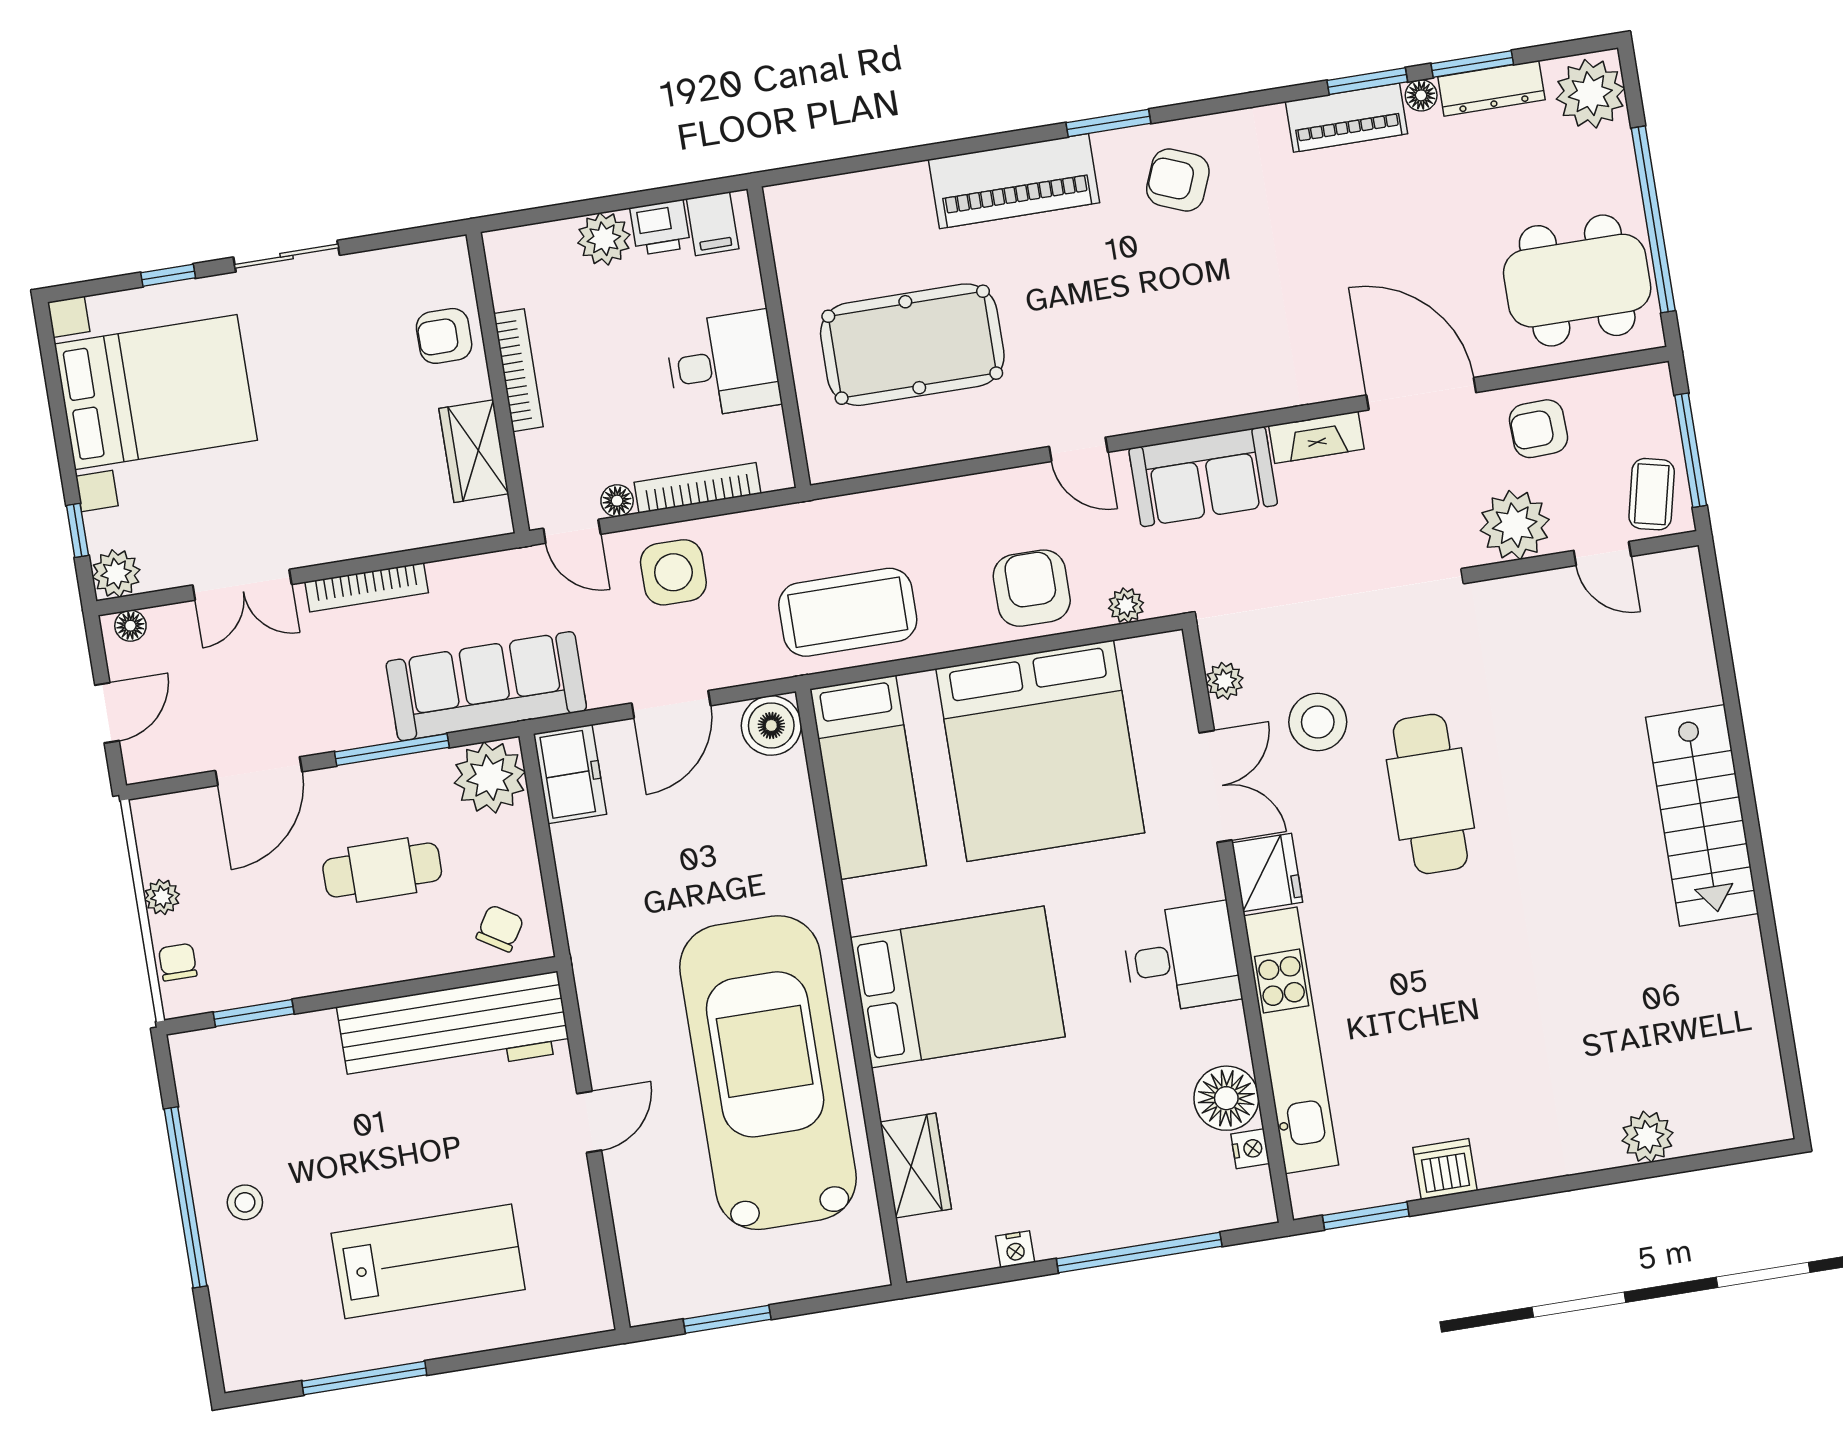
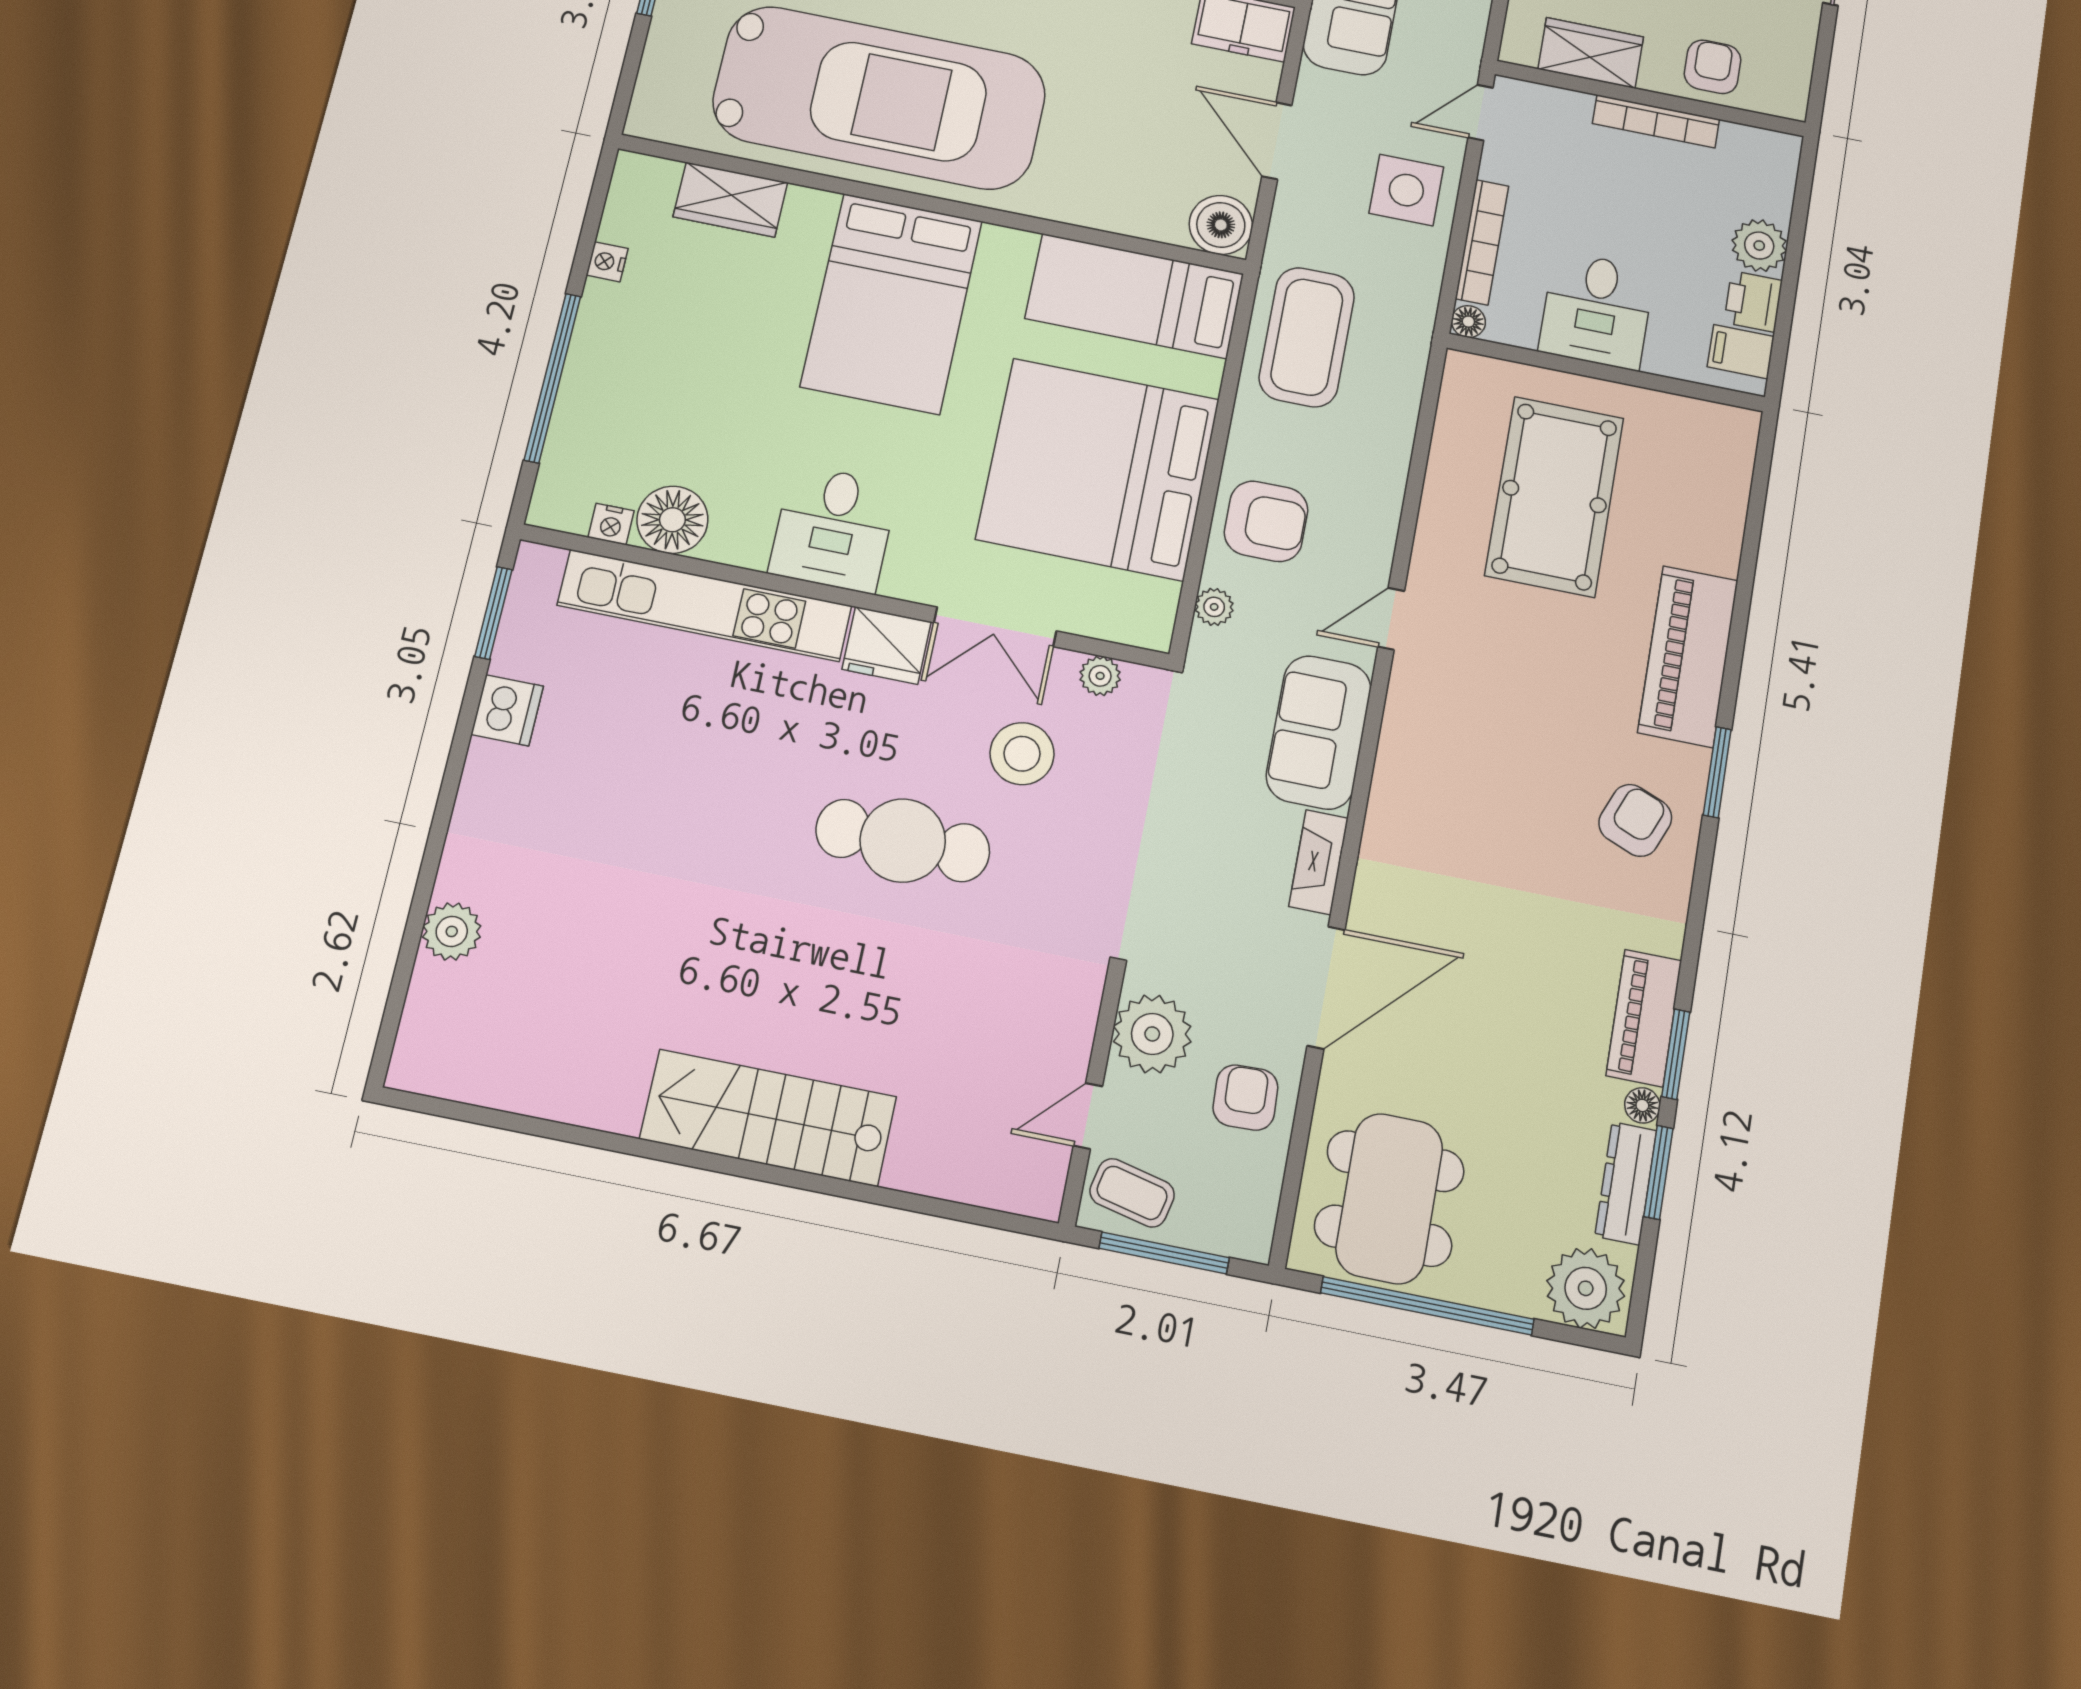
floor lamp: (617, 501) -> (1468, 322), moved

